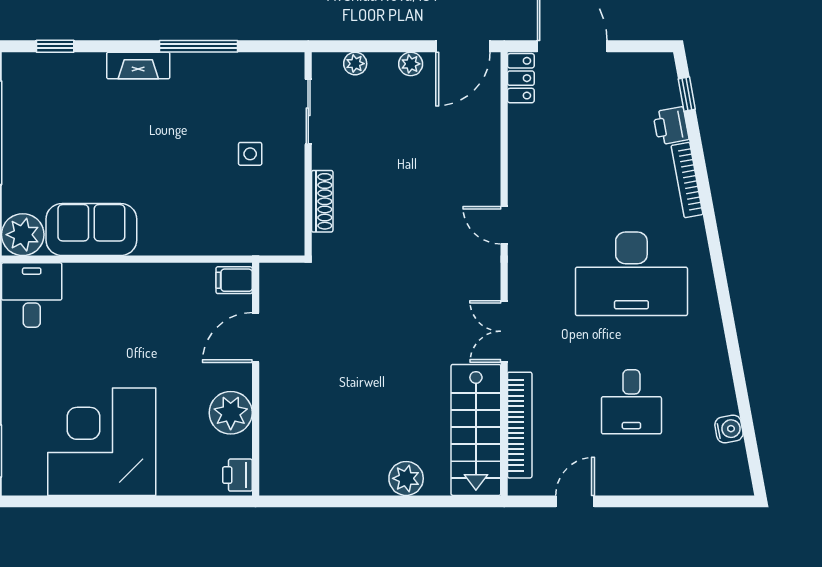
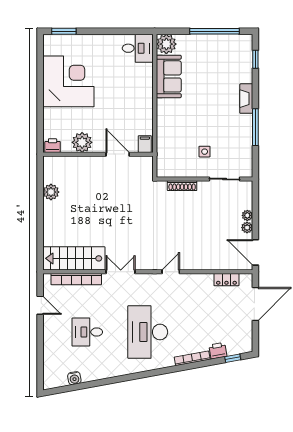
plant: (355, 64) -> (247, 215), moved
locker: (521, 78) -> (226, 280), moved
plant: (406, 478) -> (51, 192), moved

